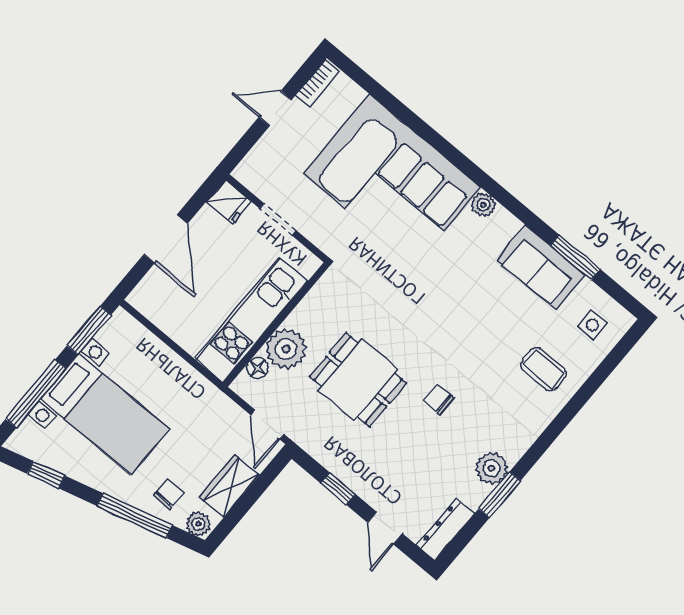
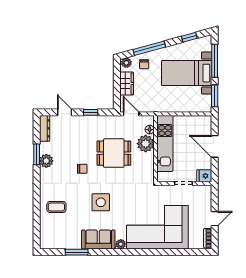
sofa: (541, 267) -> (98, 239), moved
side table: (592, 325) -> (101, 202), moved, width x1.87, depth x1.87

